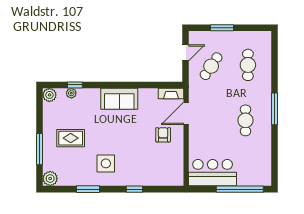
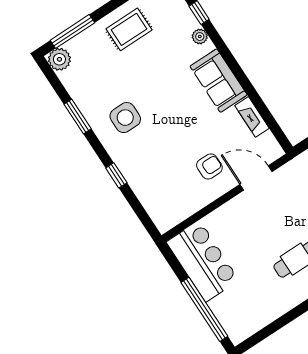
plant: (71, 93) -> (200, 37), moved
fireplace: (171, 94) -> (252, 117), moved
rug: (71, 138) -> (129, 29), moved, turned 90
window: (39, 149) -> (72, 31), moved

